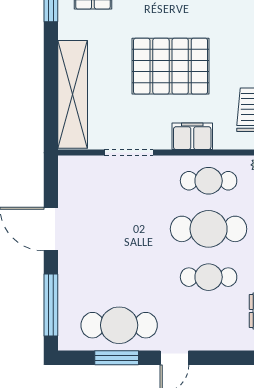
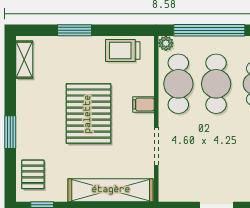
filing cabinet: (192, 136) -> (143, 104), width x0.50
cafe table: (209, 181) -> (178, 84), width x1.37, depth x1.35

